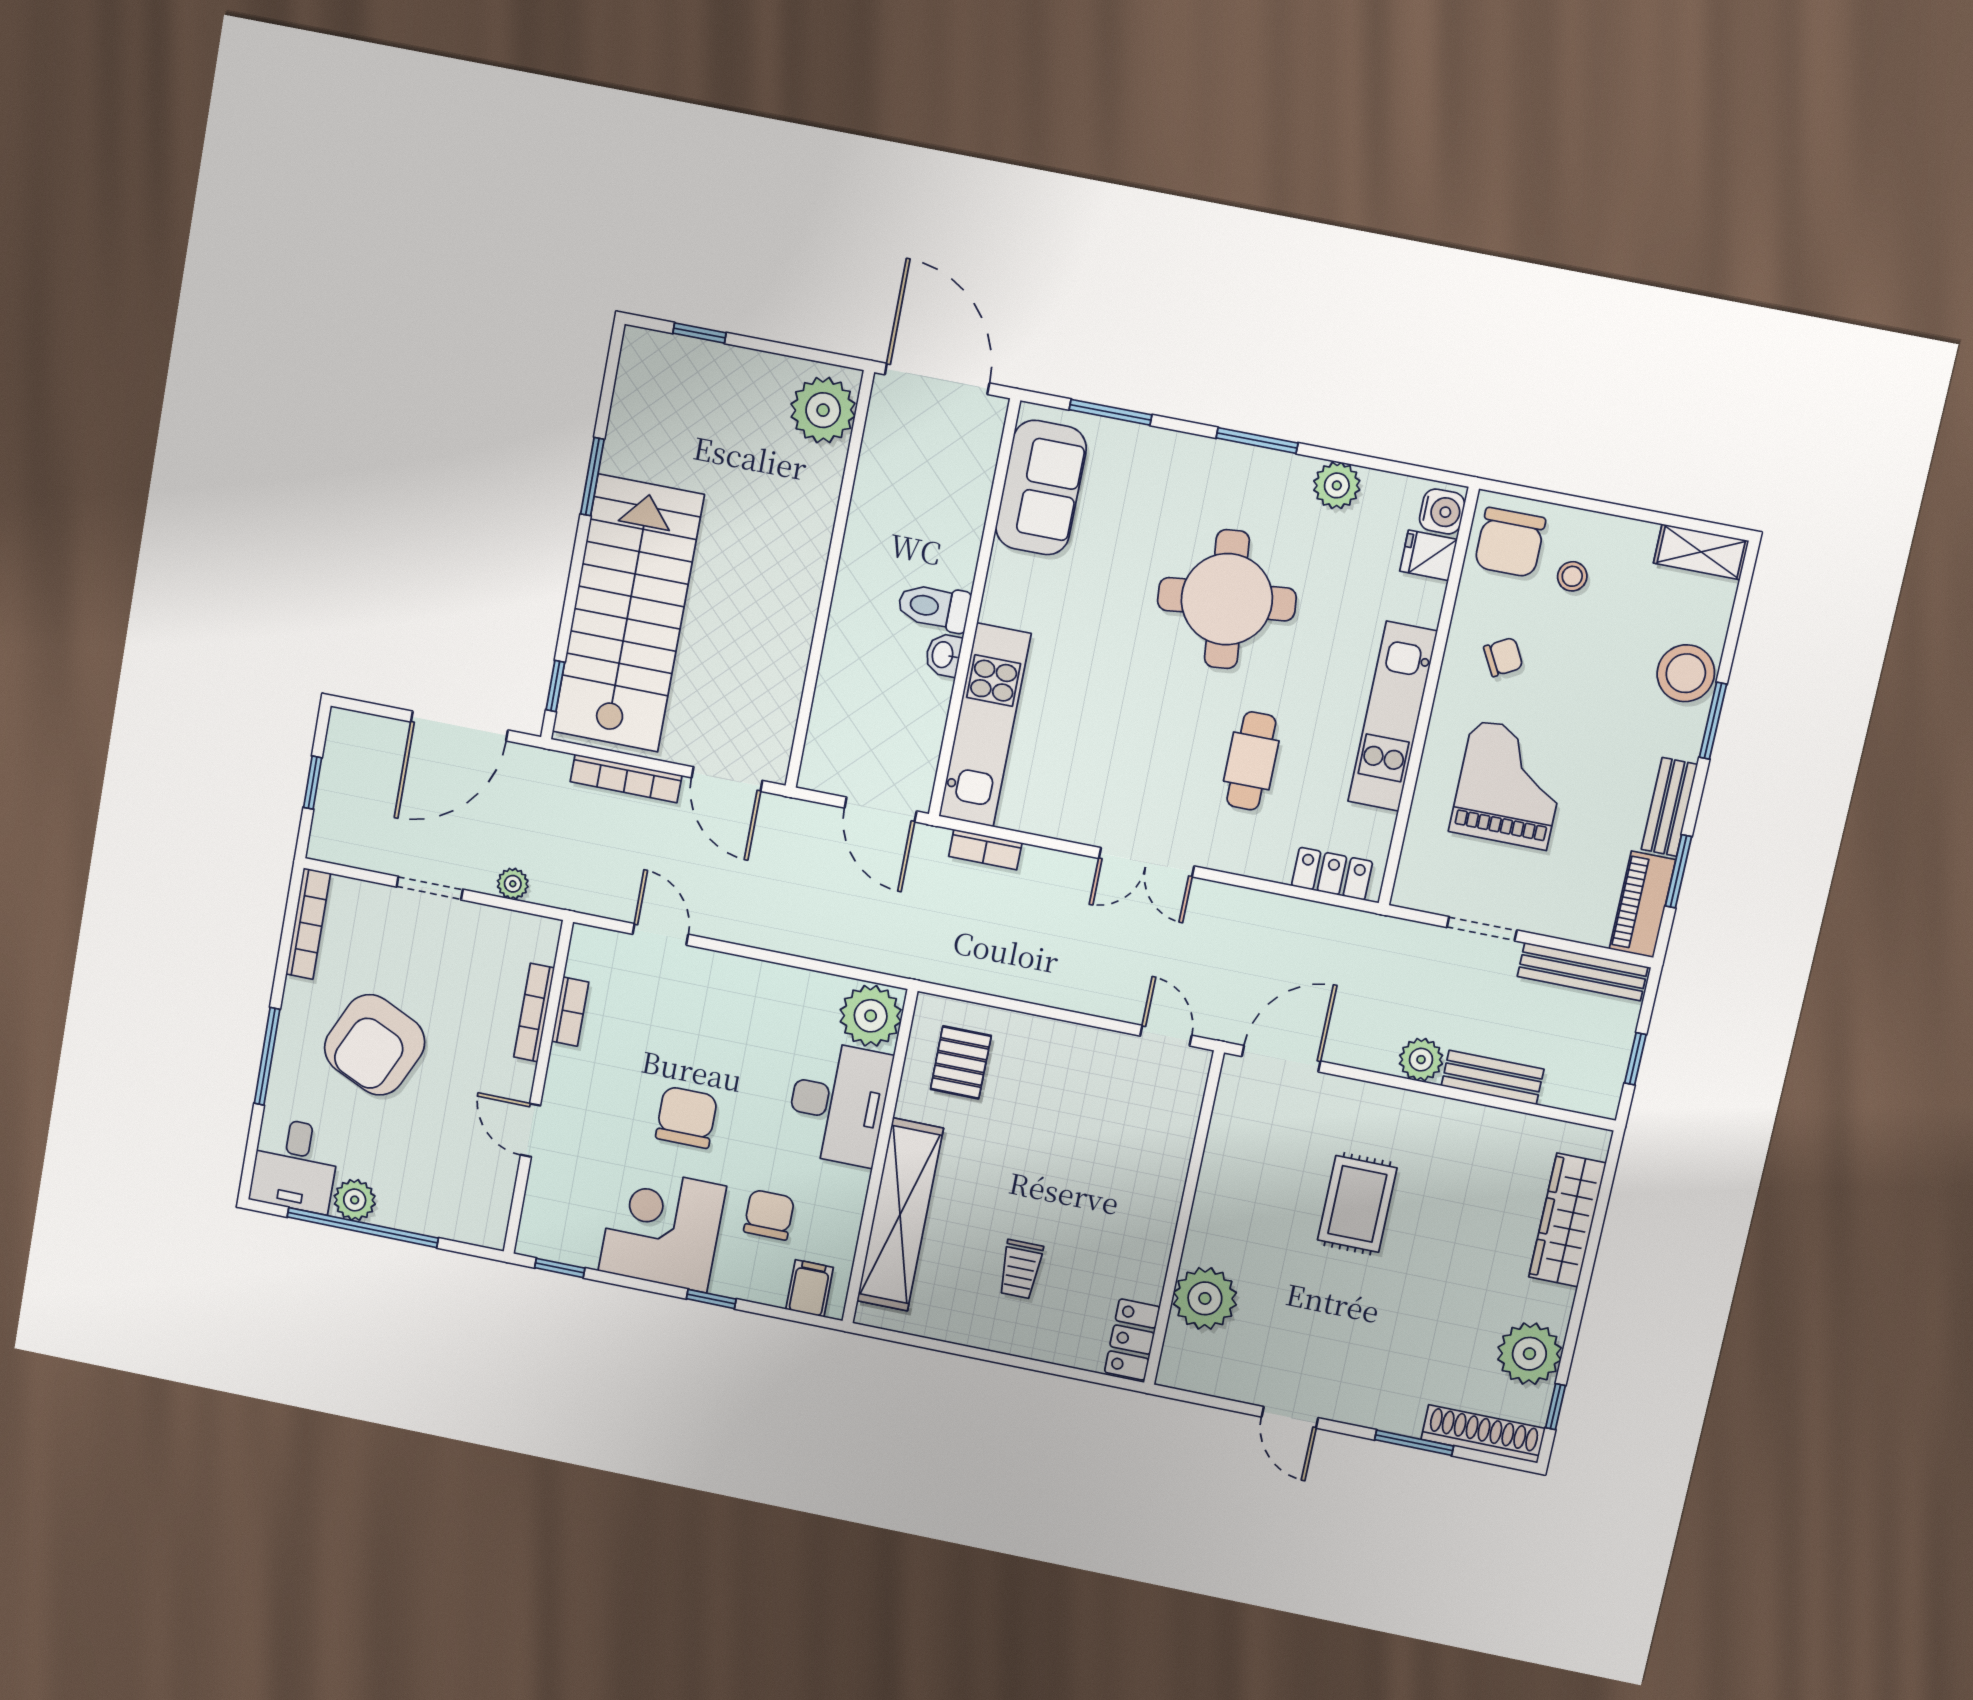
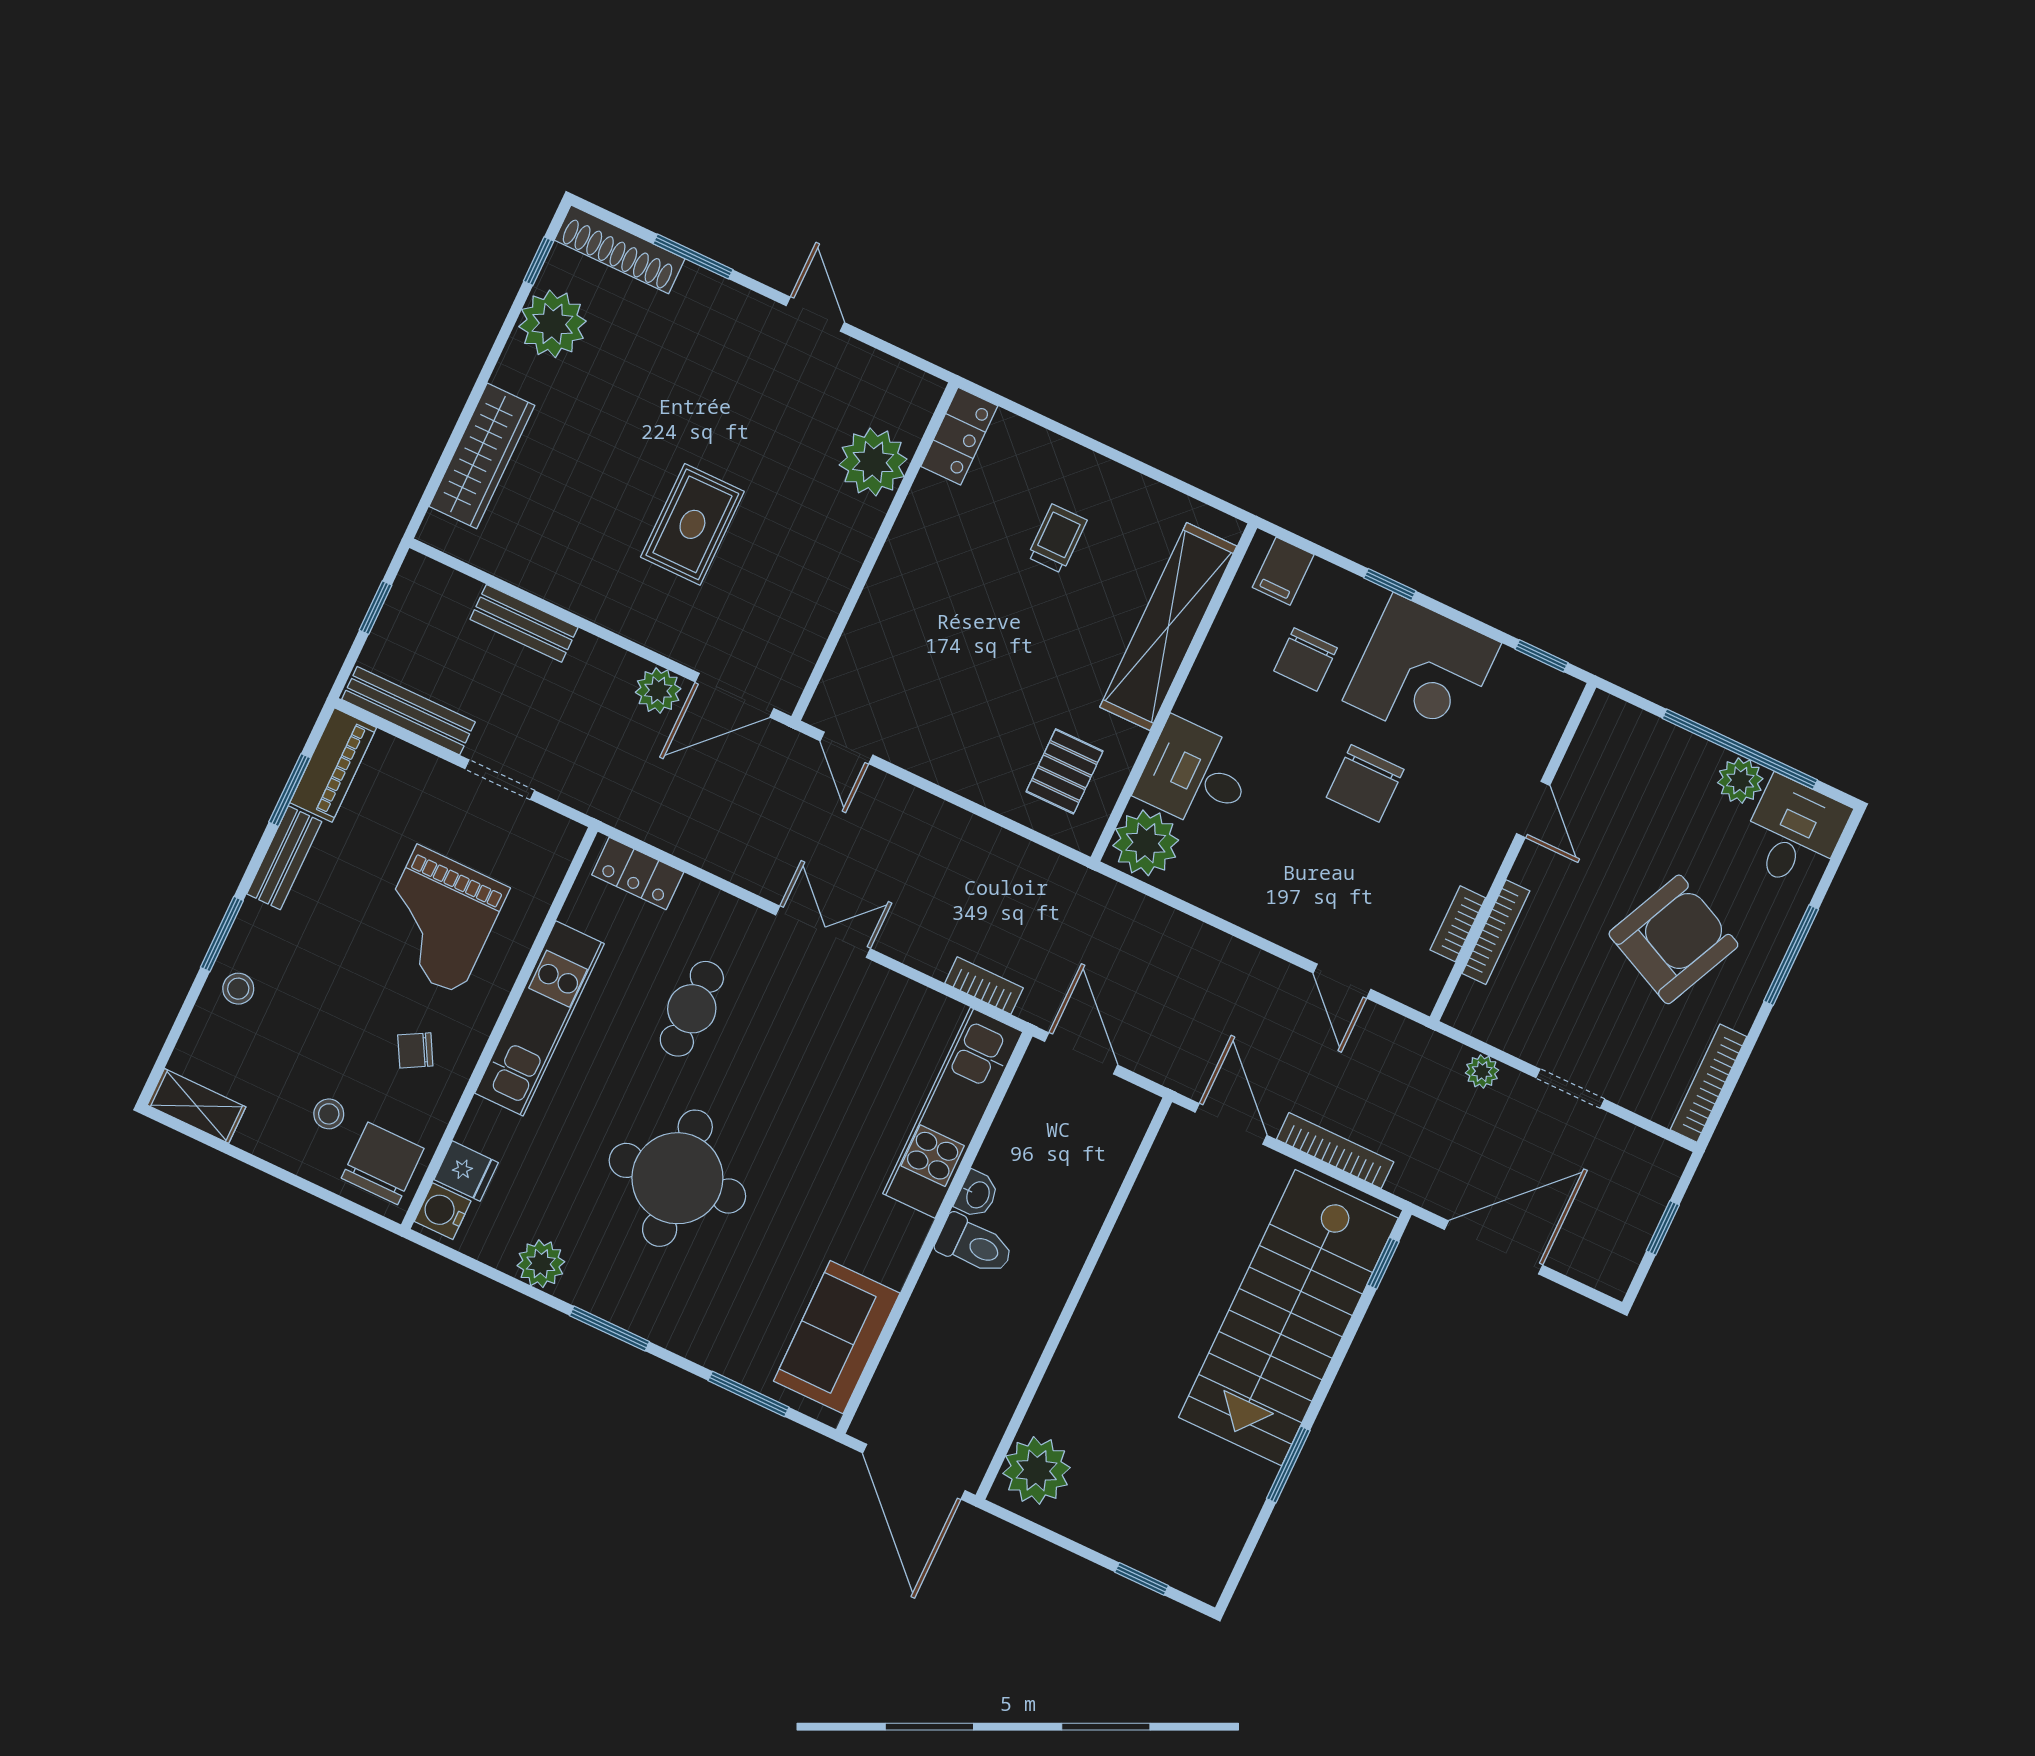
stool: (1686, 673) -> (238, 989), width x0.53, depth x0.53
plant: (1421, 1060) -> (658, 691), moved
desk: (838, 1103) -> (1195, 775), width x0.73

